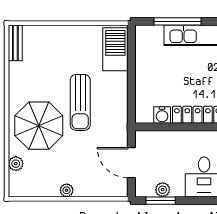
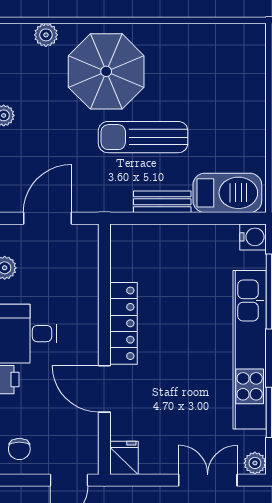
bench: (15, 43) -> (162, 202), moved
water cooler: (162, 115) -> (253, 237), moved, turned 180

